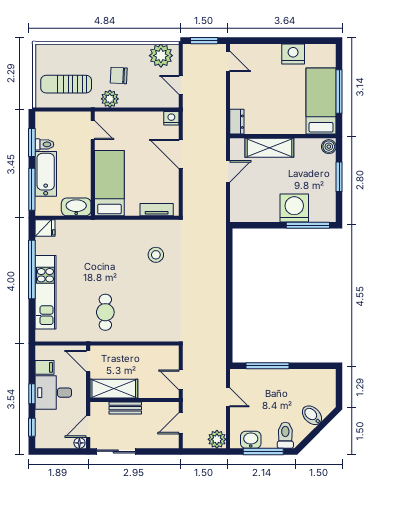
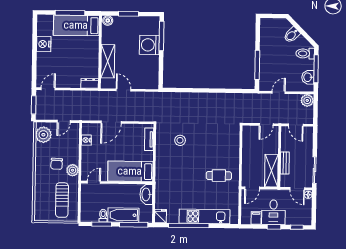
nightstand: (171, 118) -> (86, 140), moved

